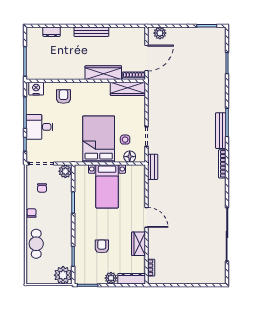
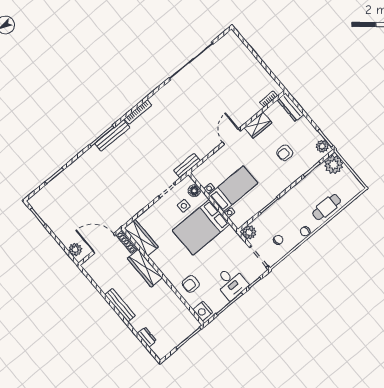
plant: (111, 278) -> (322, 146), moved

